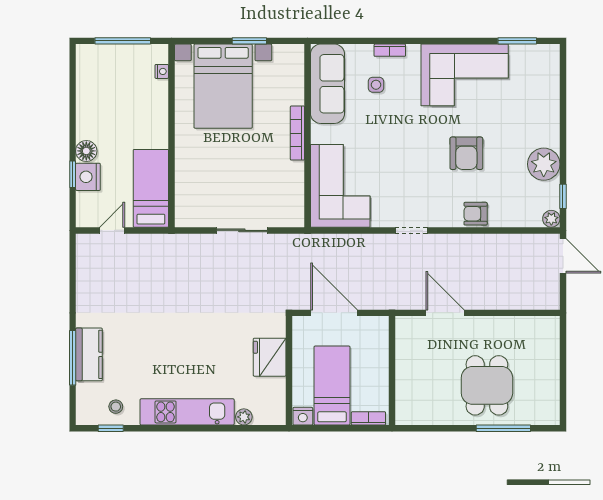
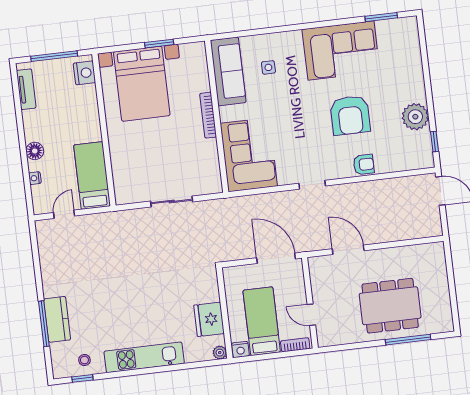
bookcase: (390, 50) -> (276, 37), removed
nightstand: (162, 71) -> (84, 73), width x1.89, depth x1.79
tv unit: (85, 76) -> (26, 89), added
armchair: (466, 153) -> (350, 115), width x1.36, depth x1.36
window: (73, 174) -> (26, 172), removed
nightstand: (88, 177) -> (35, 178), width x0.53, depth x0.56
armchair: (476, 214) -> (364, 164), turned 180
plant: (551, 219) -> (427, 161), removed
door: (334, 313) -> (276, 258), moved
fridge: (270, 357) -> (209, 319), moved
door: (392, 385) -> (311, 315), added
dining table: (487, 385) -> (390, 306), width x1.38
plant: (244, 417) -> (220, 353), moved

